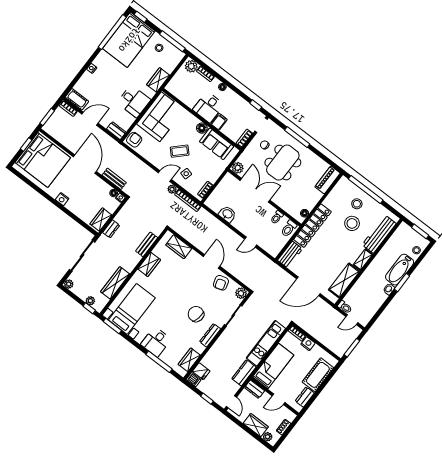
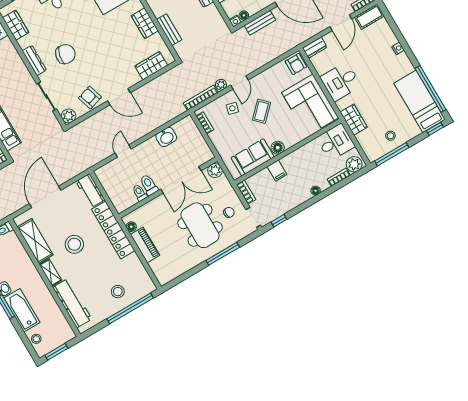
bed: (129, 40) -> (420, 101), width x0.67
desk: (208, 107) -> (336, 142), moved, turned 90
piano: (328, 180) -> (145, 245), moved
stool: (352, 223) -> (74, 244), moved
toilet: (289, 229) -> (149, 185), moved

